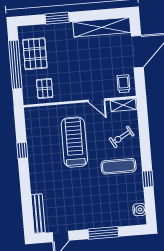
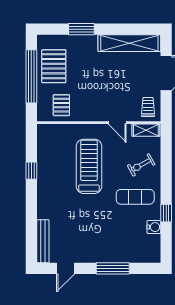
water cooler: (139, 210) -> (154, 227), moved

